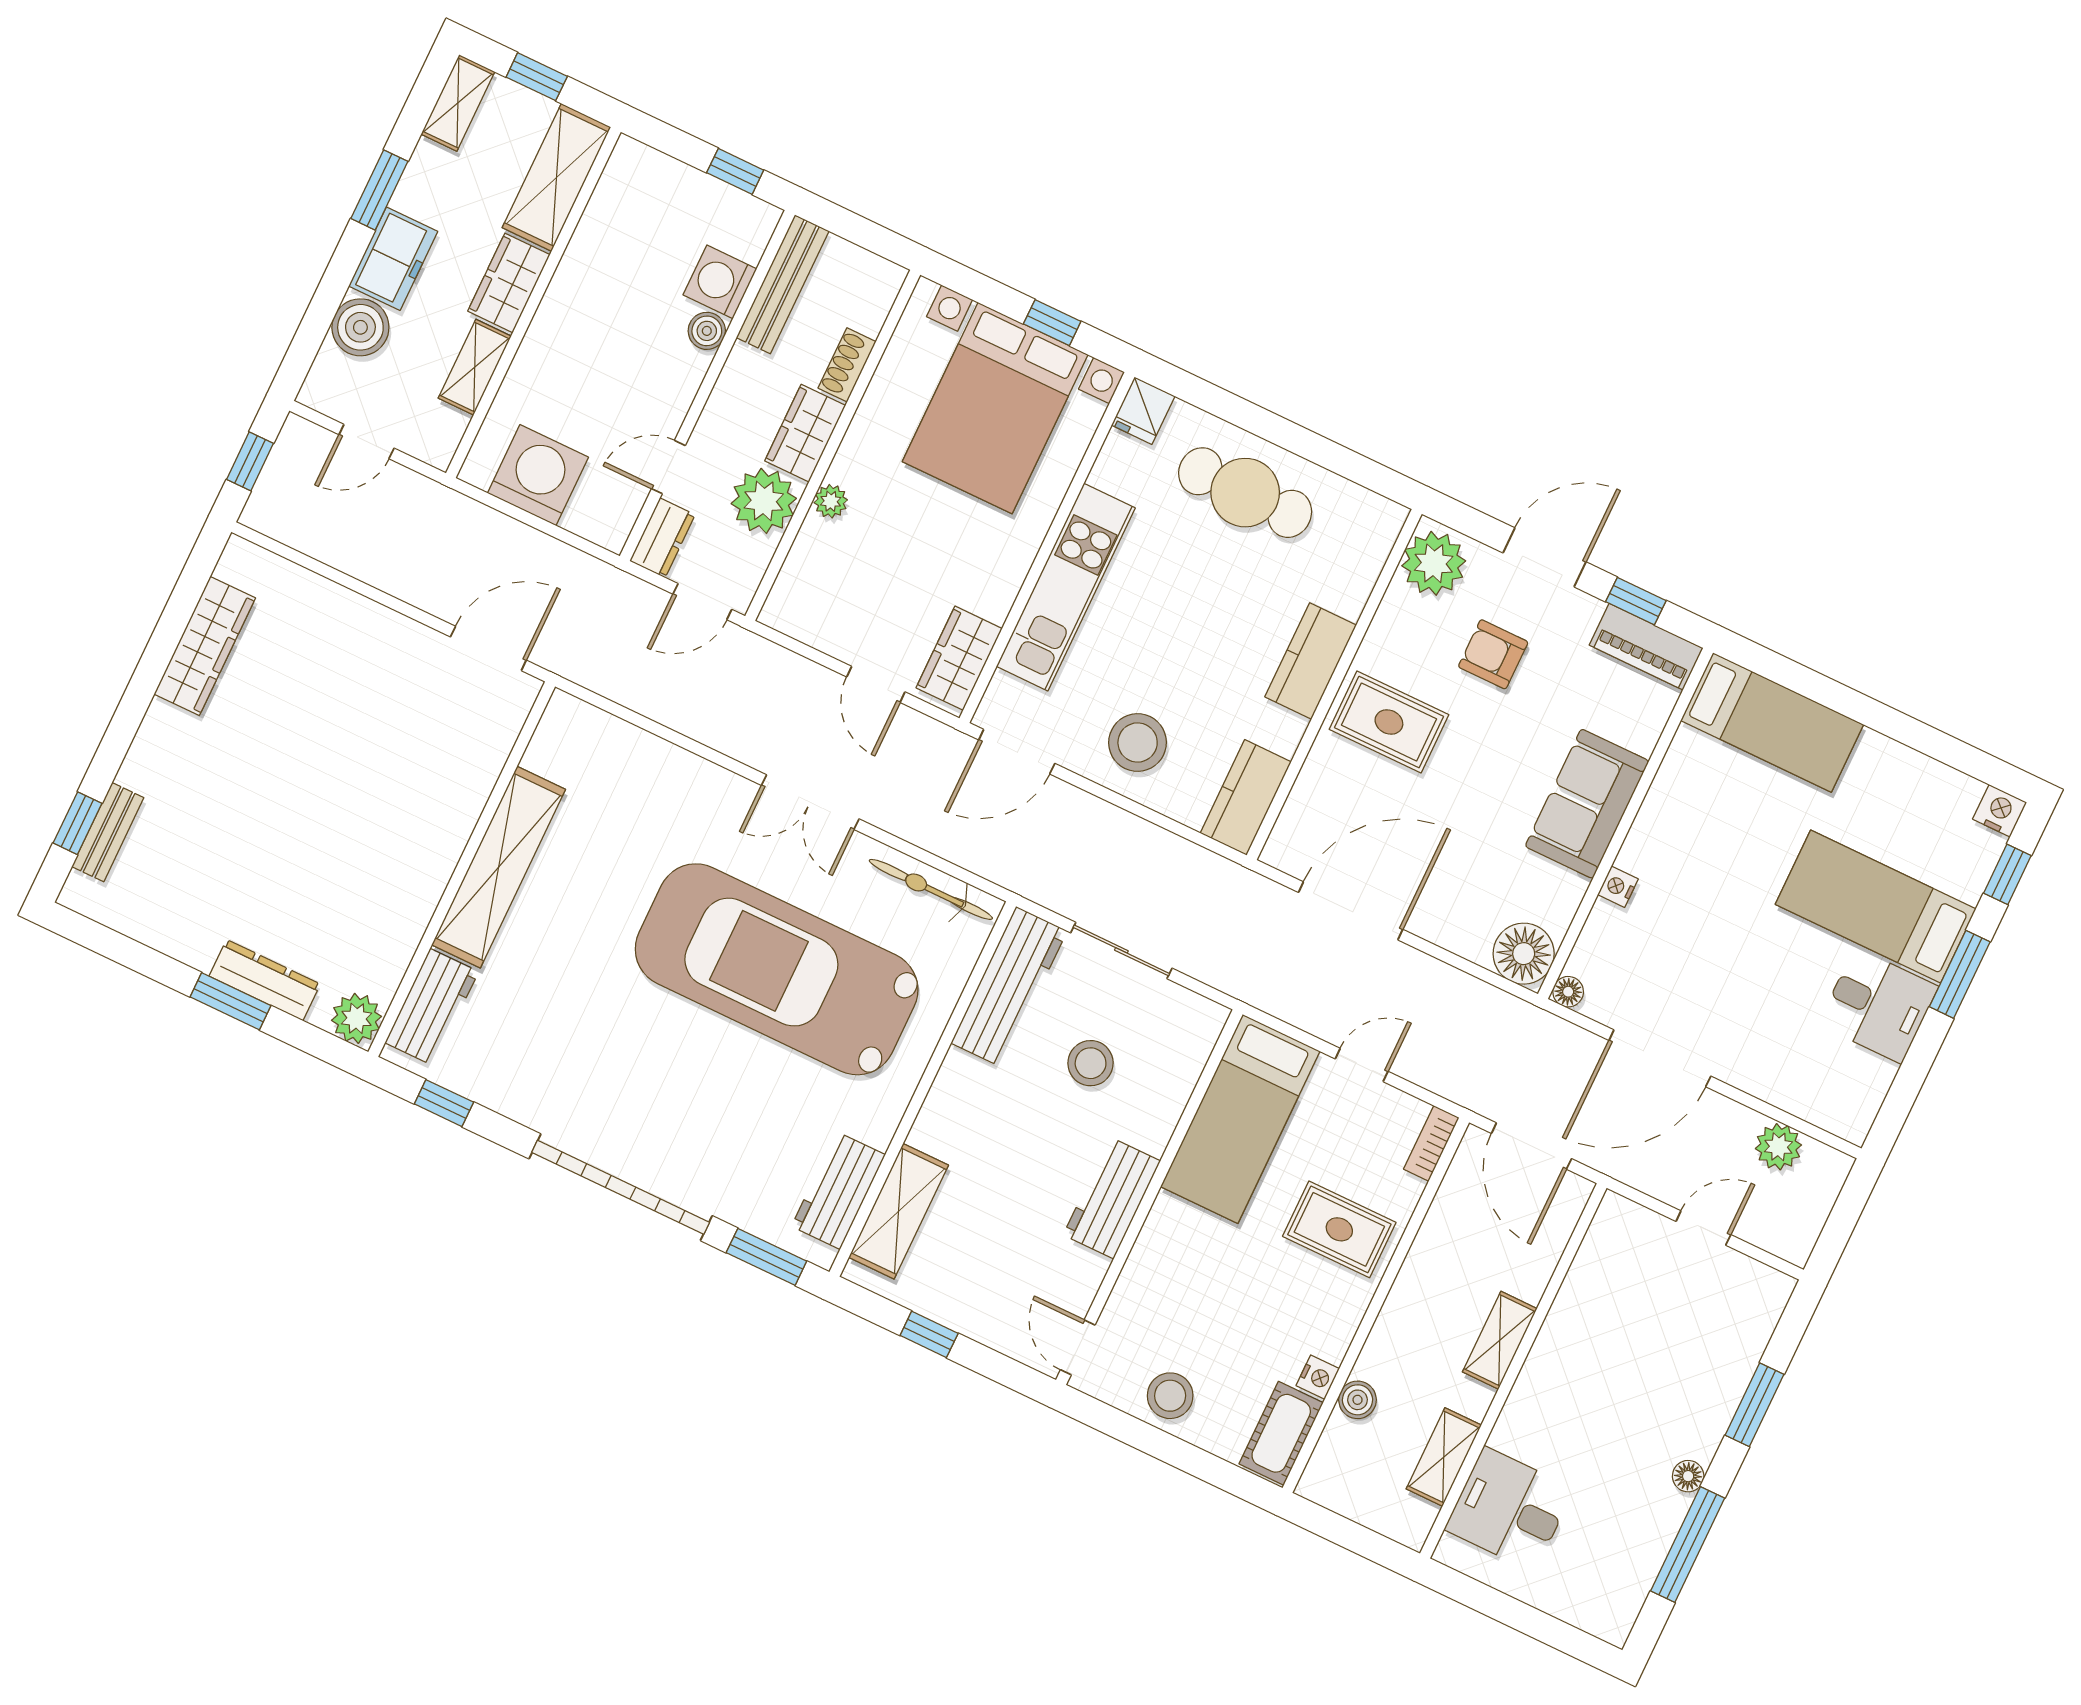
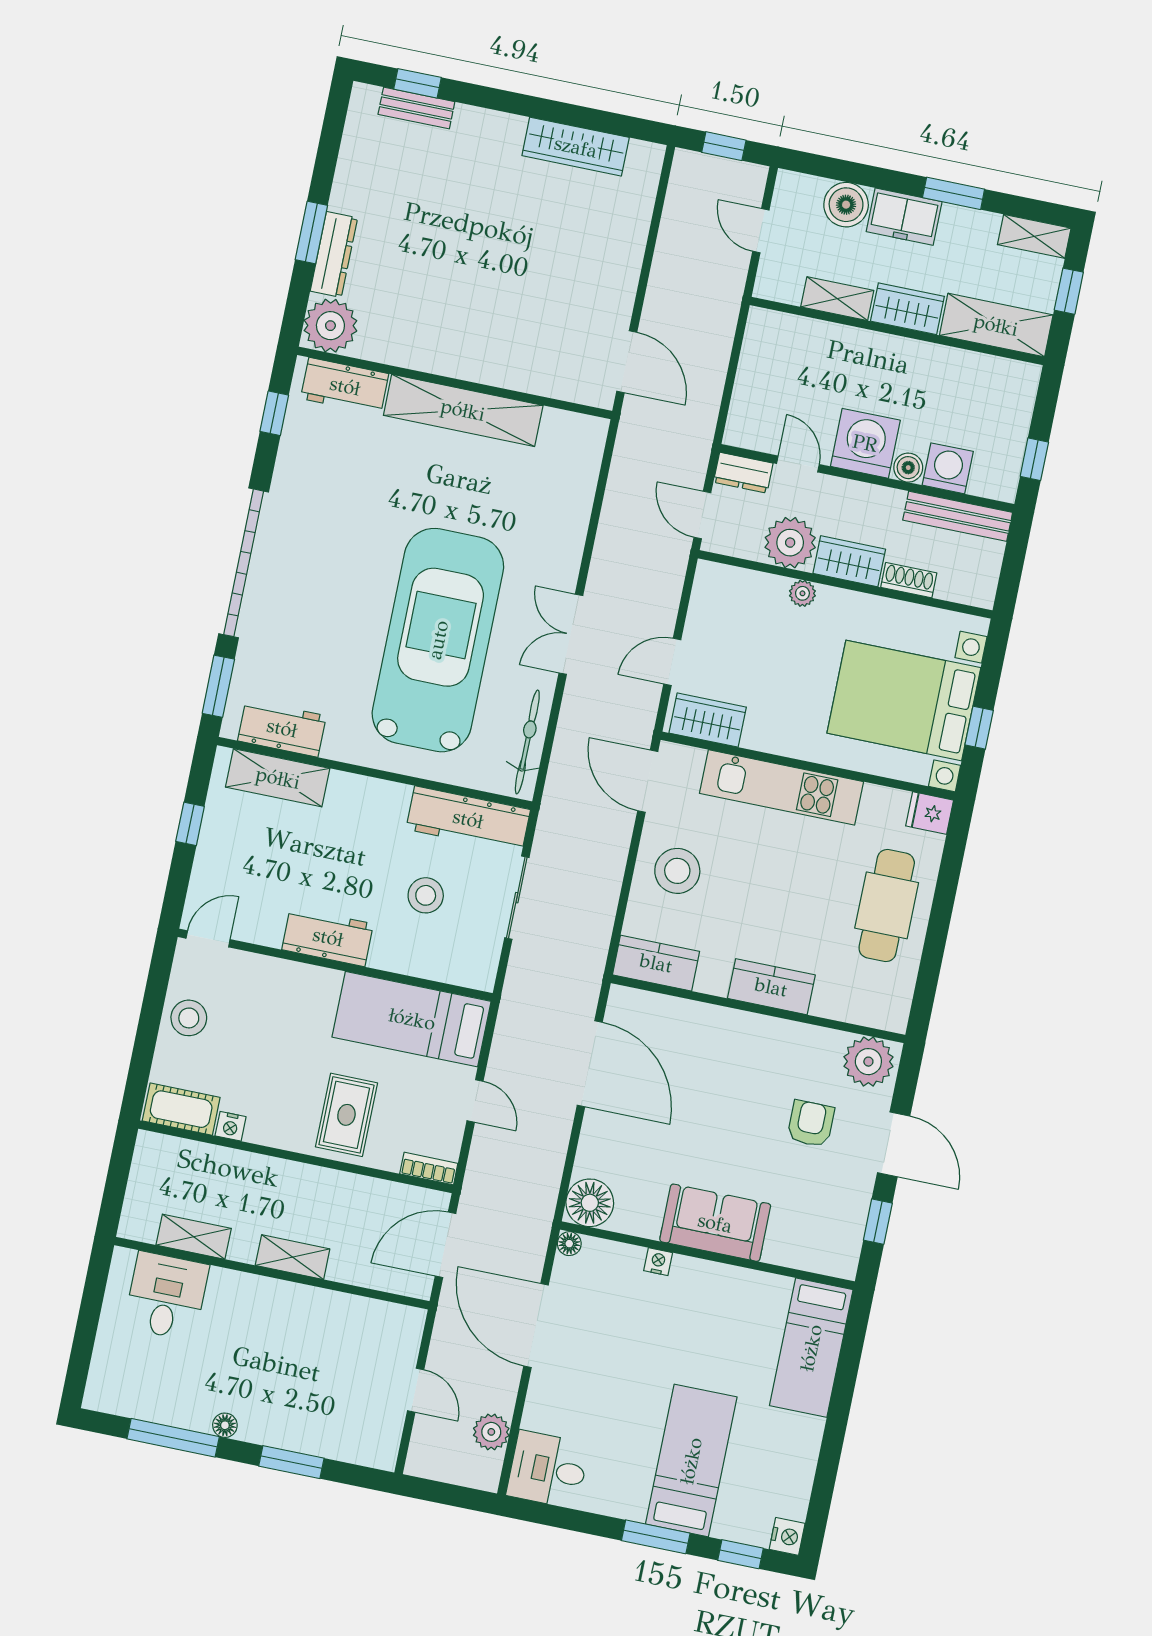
washing machine: (538, 475) -> (865, 443), moved, turned -90
piano: (1646, 647) -> (845, 1238), removed
rug: (1389, 722) -> (740, 1057), removed
desk: (1878, 1005) -> (548, 1470), moved, turned 90
plant: (357, 1018) -> (330, 326), width x1.36, depth x1.36
boiler: (1358, 1400) -> (221, 1161), removed

